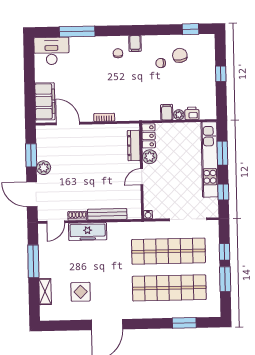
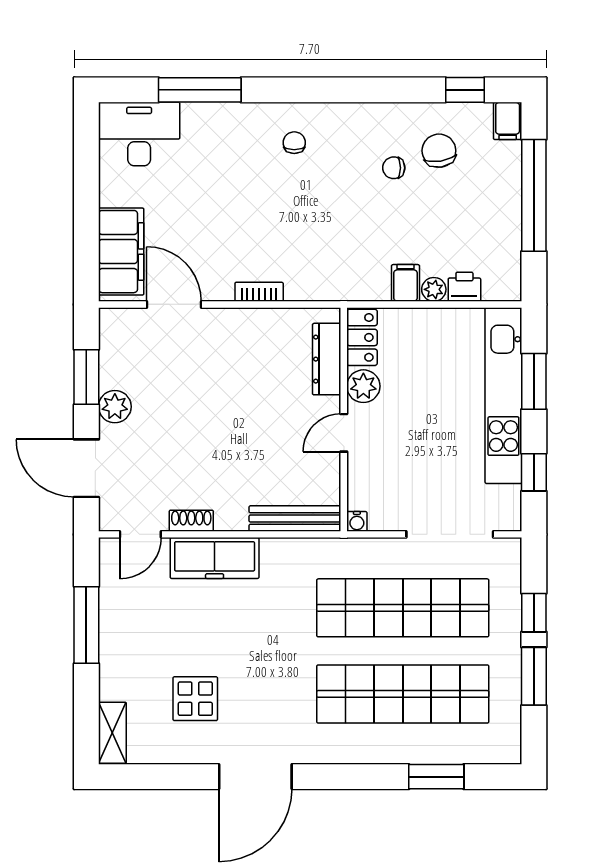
filing cabinet: (135, 44) -> (508, 121), moved
window: (221, 74) -> (534, 195), width x3.17
bench: (107, 214) -> (295, 519), moved
shelving: (45, 292) -> (112, 733), moved

